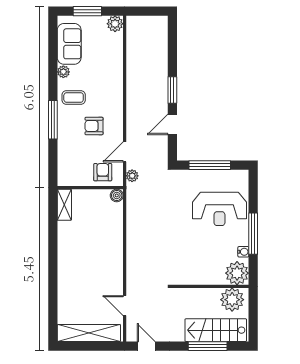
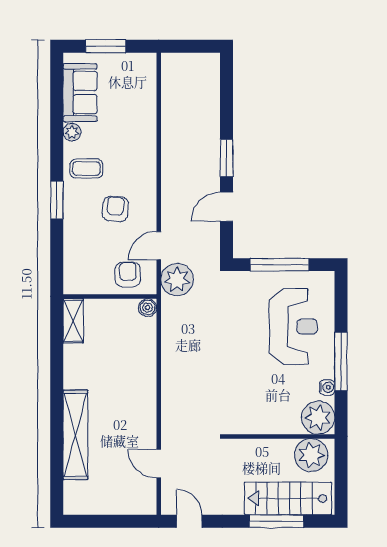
plant: (115, 24) -> (145, 64), removed
window: (53, 120) -> (57, 200), width x0.69
armchair: (94, 126) -> (115, 209), turned 95
plant: (132, 176) -> (177, 280), width x1.88, depth x1.88
reception desk: (219, 209) -> (293, 327), turned -90
shelving: (89, 333) -> (75, 435), moved, turned 90

